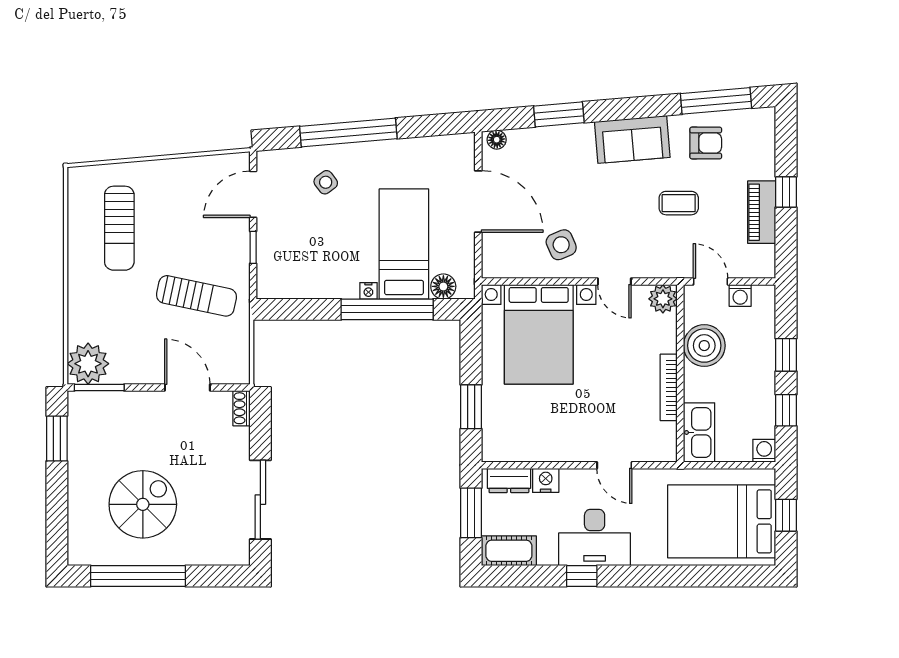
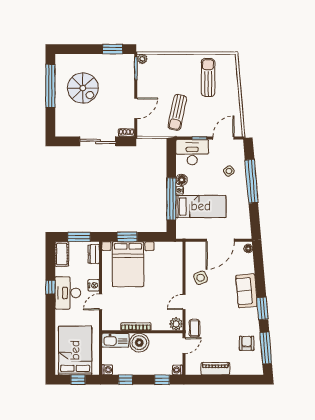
window: (559, 114) -> (262, 308), moved
sofa: (632, 140) -> (247, 291), moved
armchair: (706, 143) -> (247, 343), turned 180
window: (786, 192) -> (224, 380), removed
door: (253, 194) -> (223, 138), hinge flipped
coffee table: (679, 203) -> (194, 328), moved
sun lounger: (119, 228) -> (208, 77), turned 90
desk: (284, 263) -> (192, 152), added
floor lamp: (443, 286) -> (182, 180), moved
washing machine: (740, 295) -> (178, 370), moved
bed with nightstands: (539, 334) -> (128, 264), moved, turned -90
boiler: (704, 346) -> (139, 343), moved
window: (786, 355) -> (162, 380), moved
plant: (88, 364) -> (142, 59), width x0.53, depth x0.53
nightstand: (546, 480) -> (94, 285), moved
sliding door: (260, 500) -> (98, 141), moved

